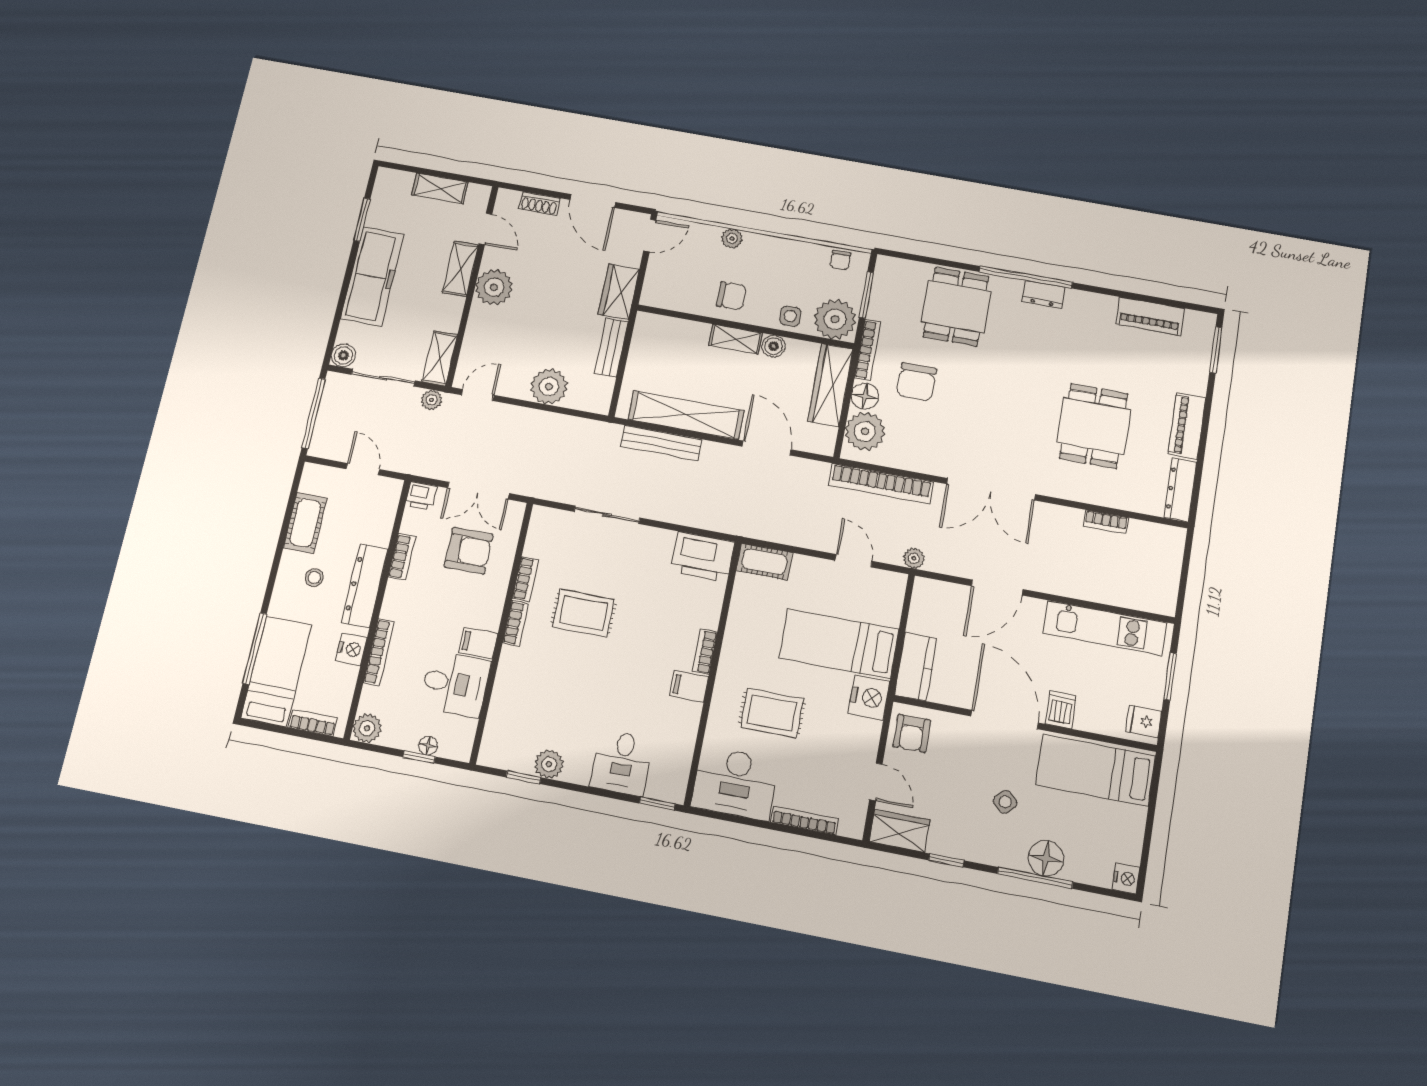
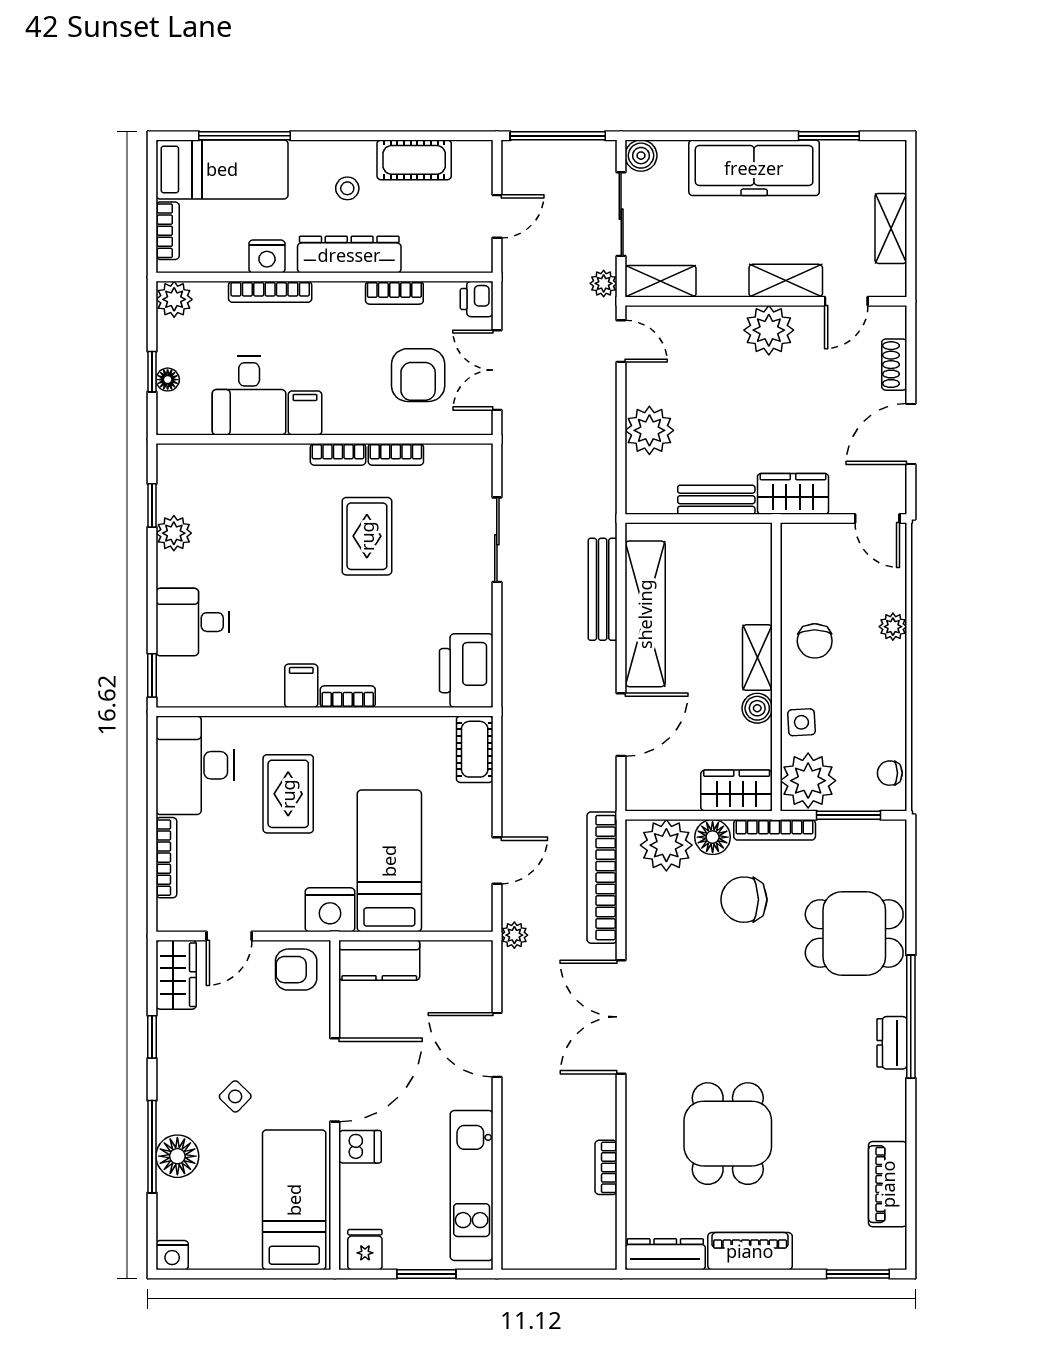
wardrobe: (830, 385) -> (737, 790), width x0.67
dining table: (1094, 426) -> (728, 1134), turned 90

